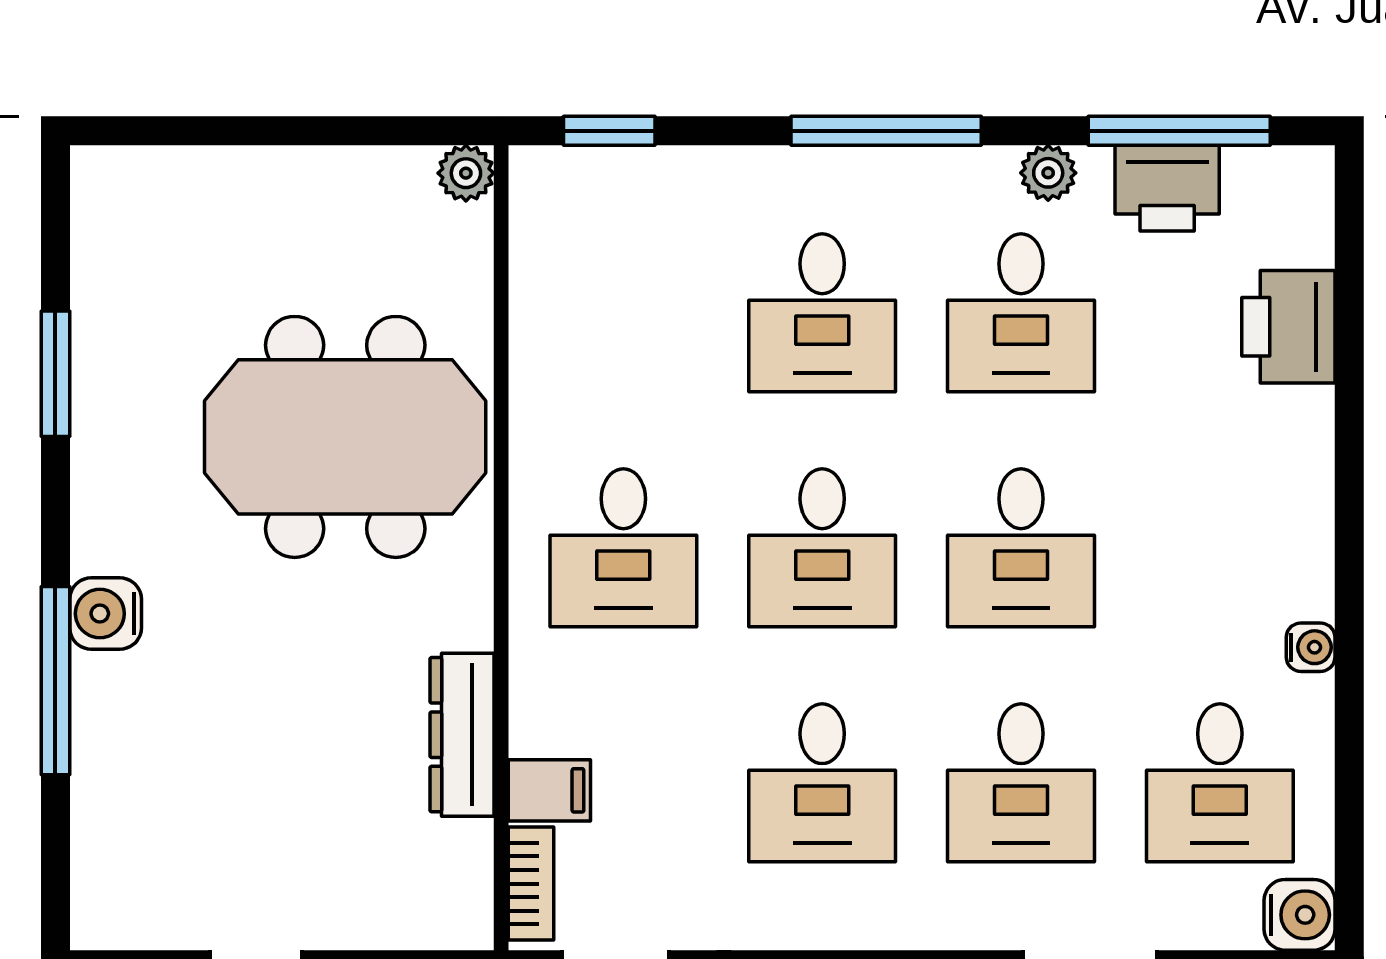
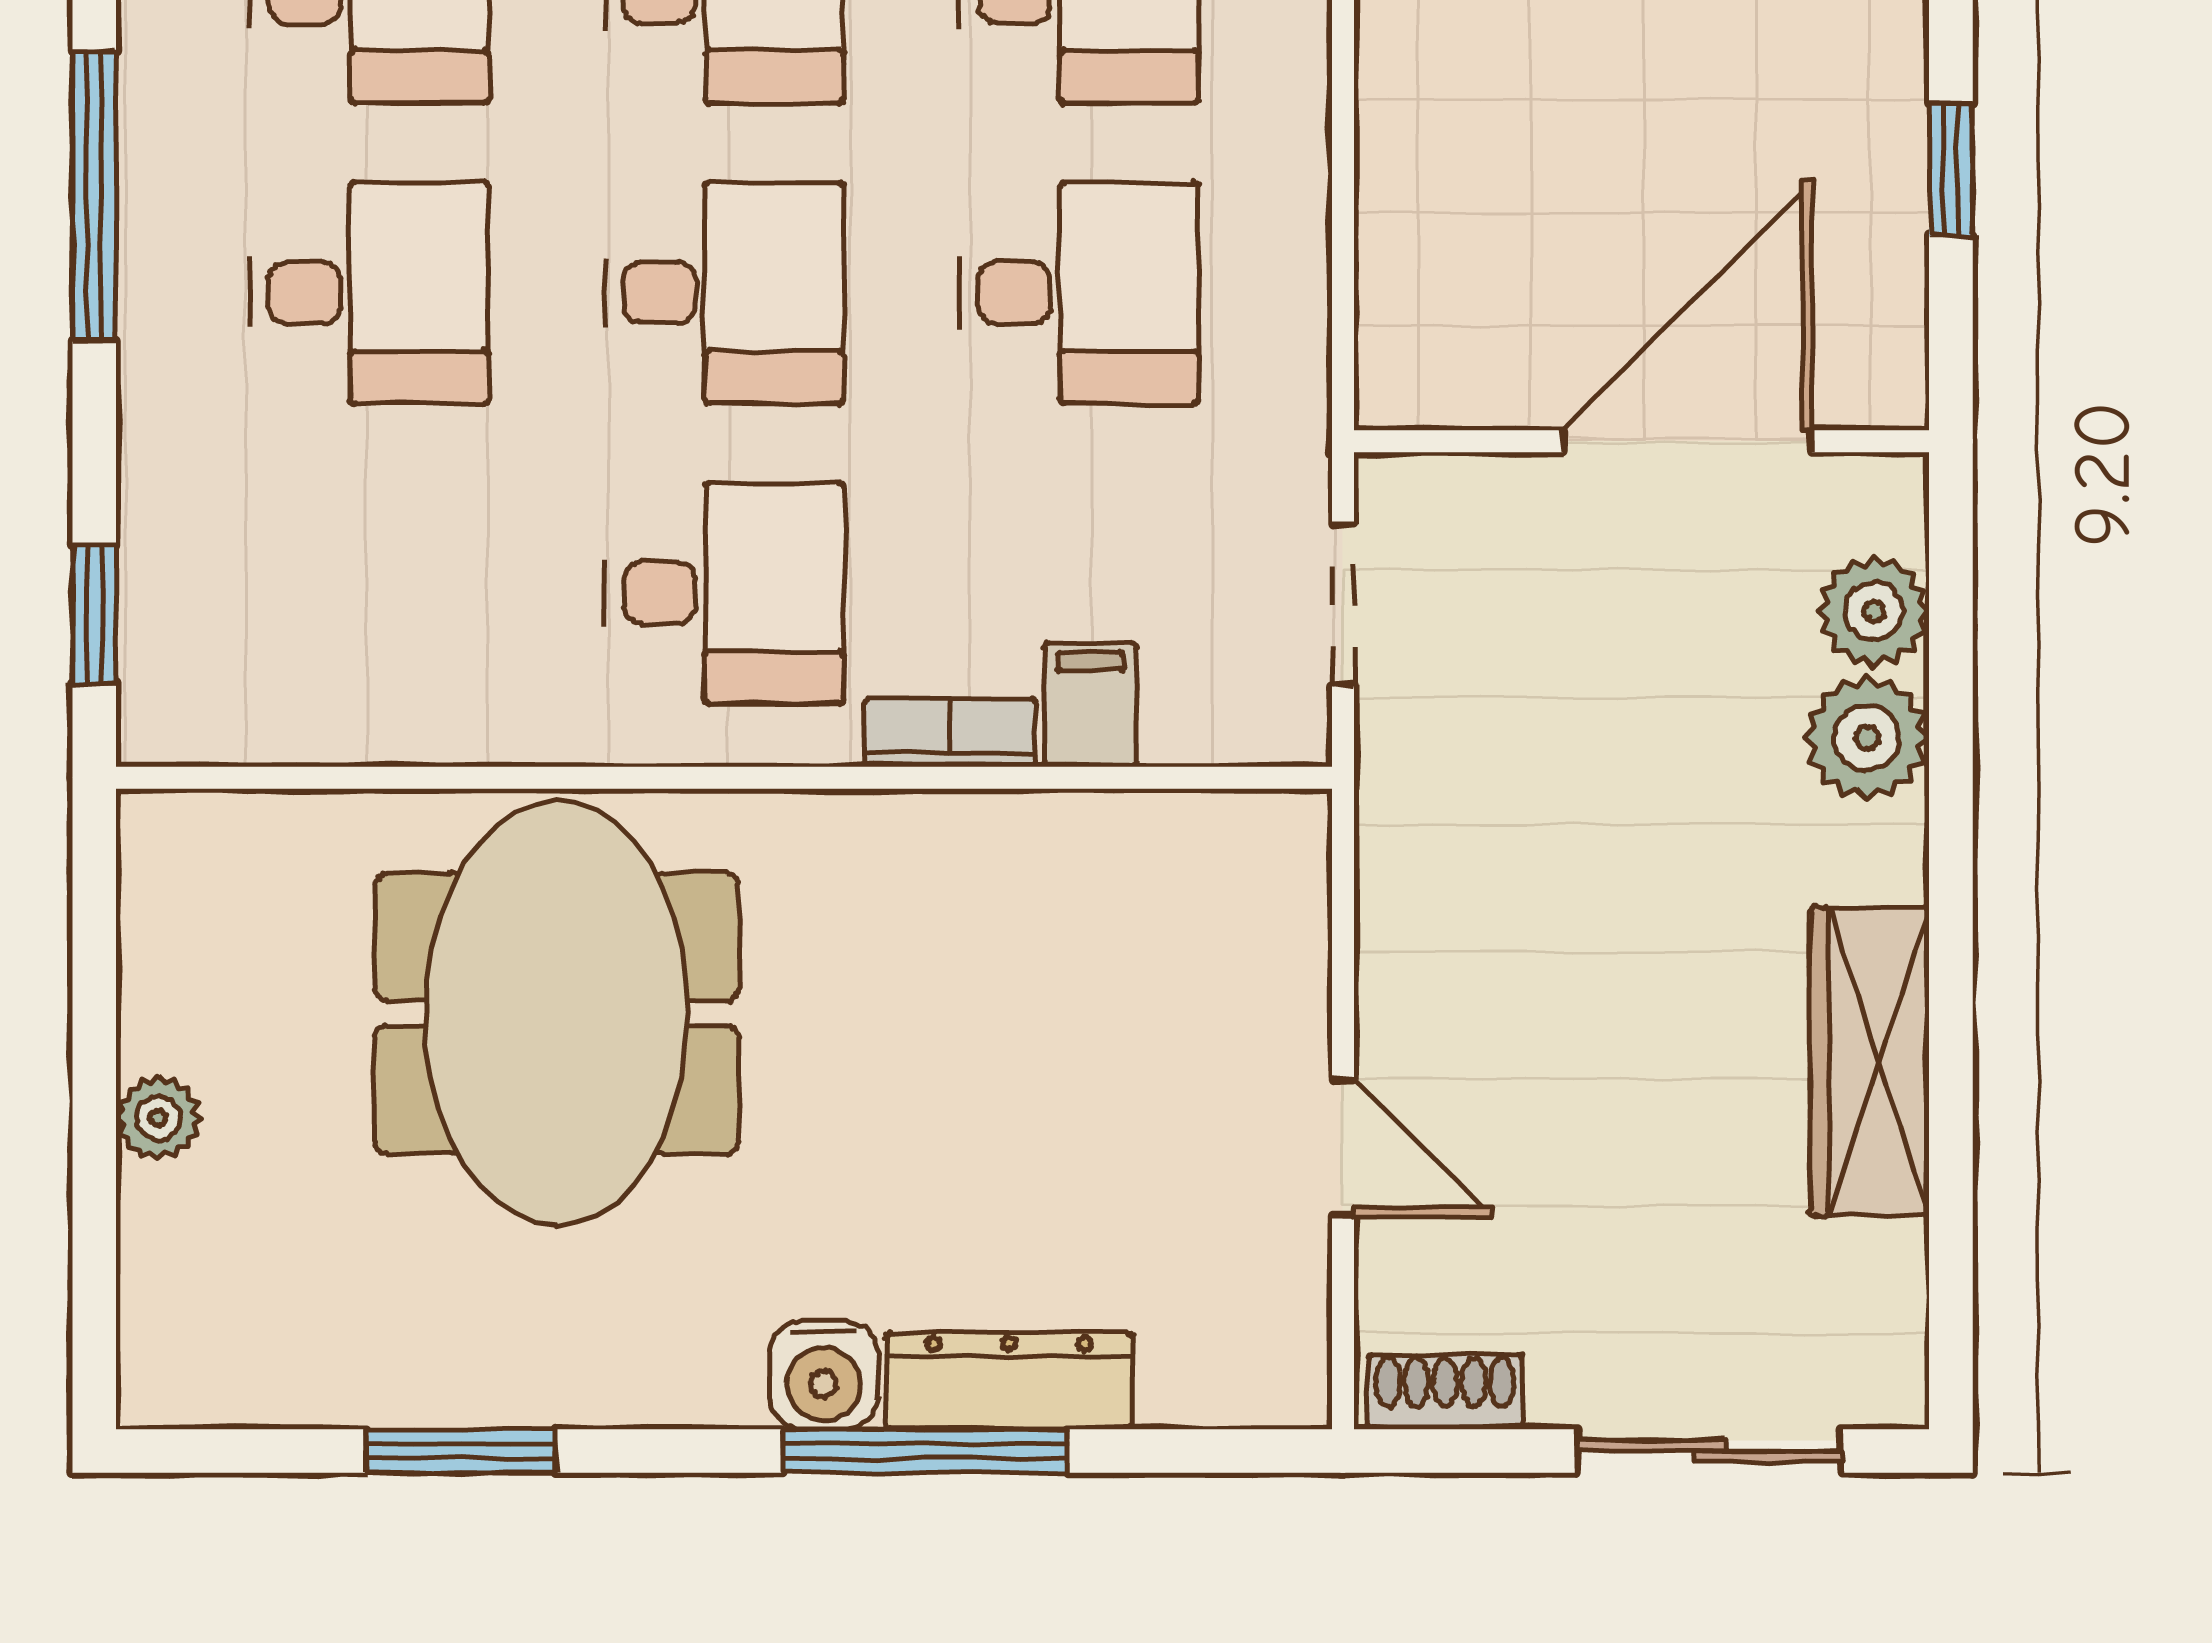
plant: (466, 173) -> (158, 1118), moved
dresser: (462, 735) -> (1009, 1381), moved, turned 180
bookcase: (531, 884) -> (950, 733), moved

